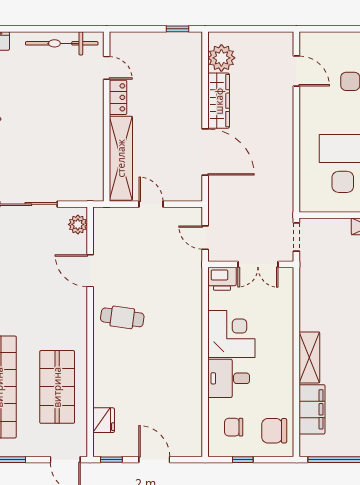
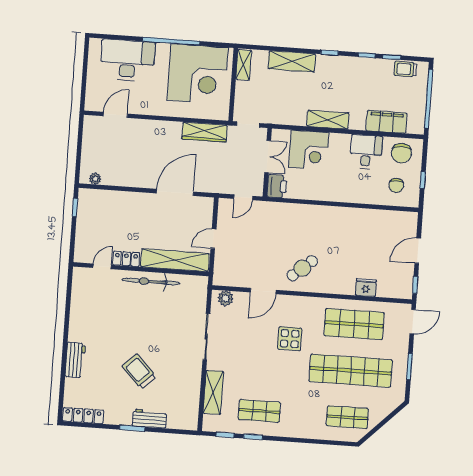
bicycle: (62, 43) -> (151, 281), moved, turned 90
plant: (221, 58) -> (95, 179), width x0.53, depth x0.53
wardrobe: (219, 101) -> (204, 132), moved, turned 180
display table: (33, 308) -> (290, 339), added
cafe table: (122, 317) -> (302, 268), turned 42
corner desk: (231, 334) -> (309, 150), moved, turned 180
shelving: (309, 357) -> (328, 120), moved
desk: (229, 378) -> (366, 152), moved, turned 180
fridge: (104, 420) -> (366, 288), moved

